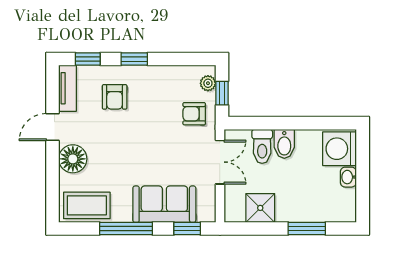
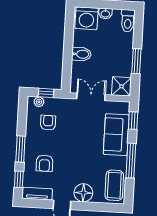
window: (134, 59) -> (20, 149), width x1.50
armchair: (115, 97) -> (45, 163), turned 90
armchair: (194, 114) -> (48, 123), moved, turned 180
toilet: (262, 146) -> (128, 21), moved, turned 90
shower: (260, 208) -> (121, 86), moved
window: (307, 229) -> (136, 61), moved

